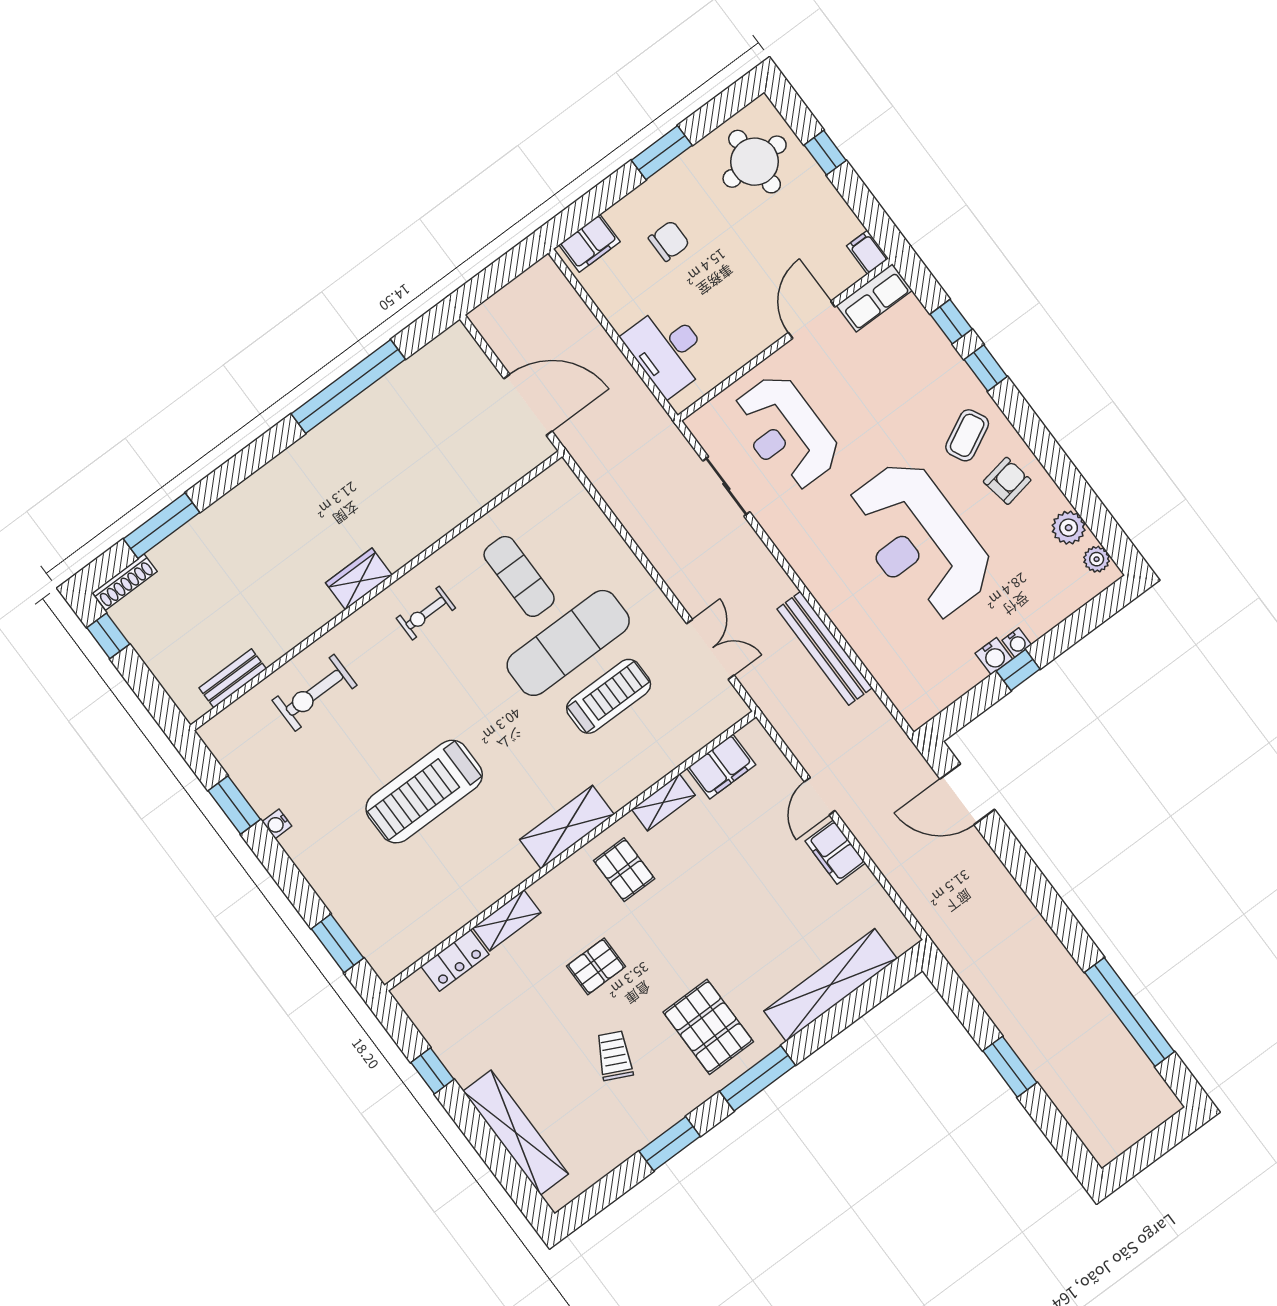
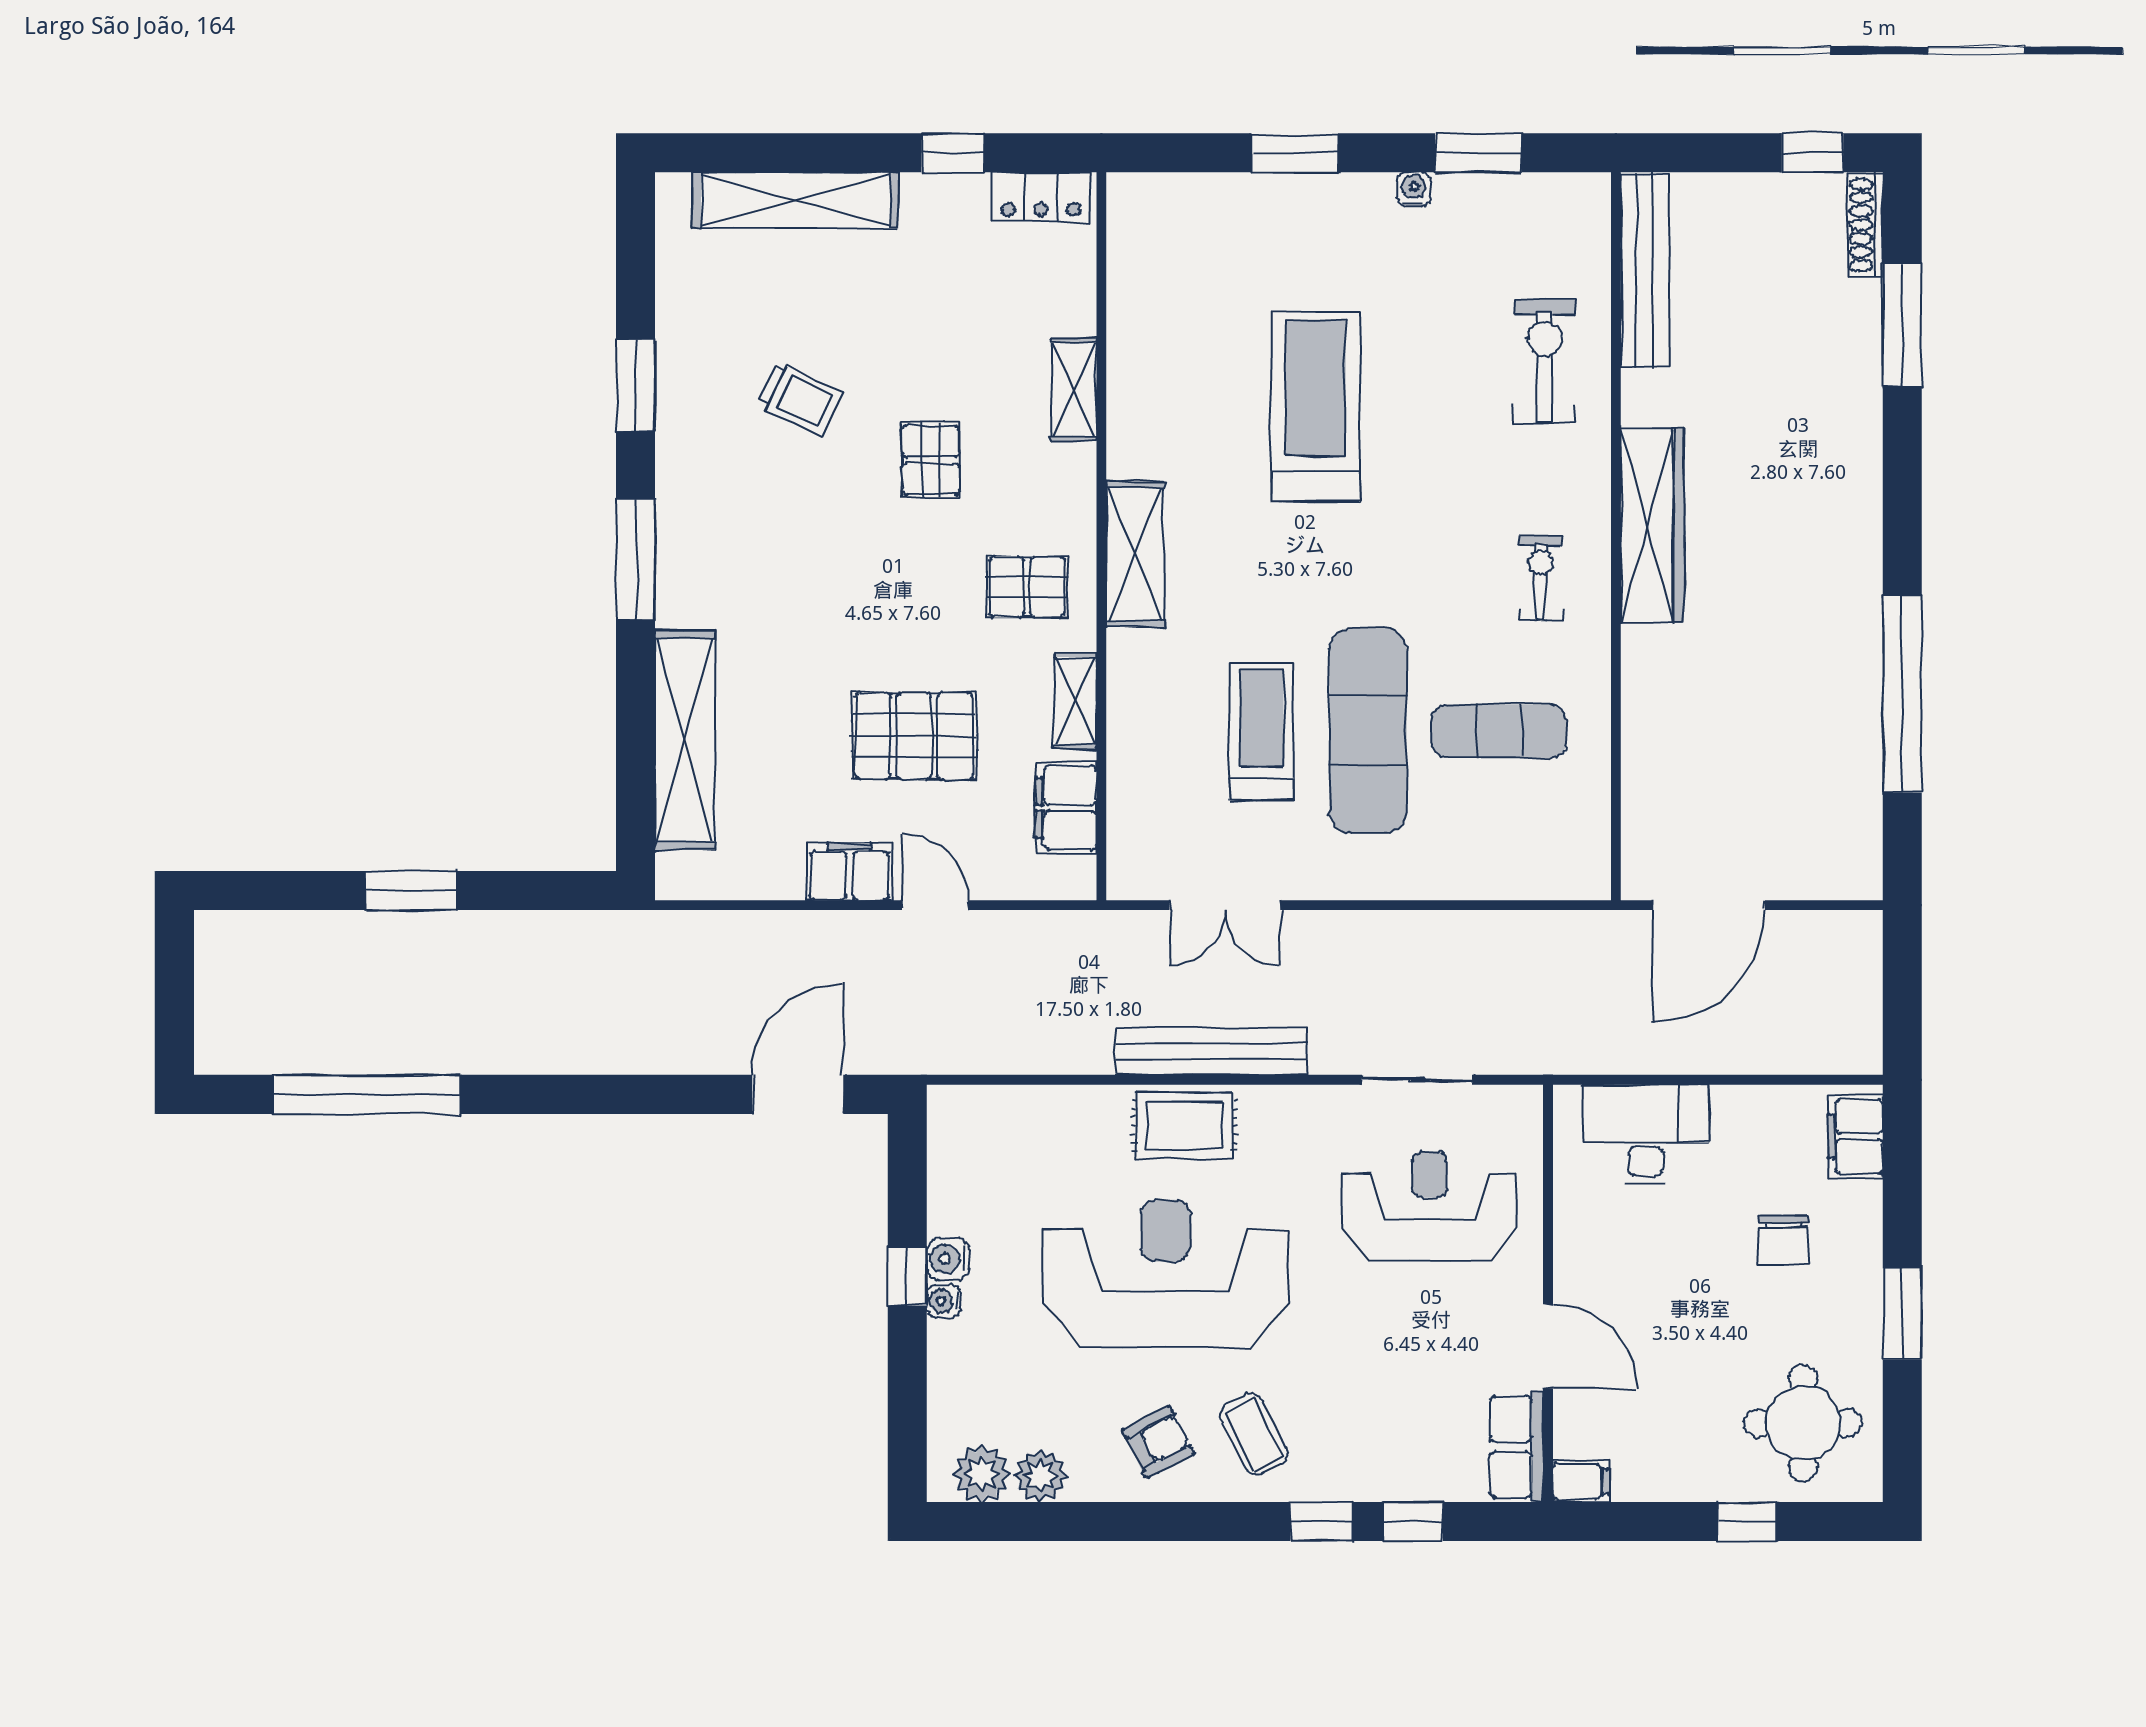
armchair: (1007, 481) -> (1158, 1442), turned -107
plant: (1097, 559) -> (982, 1474), width x1.38, depth x1.38
wardrobe: (359, 579) -> (1652, 525), width x2.10, depth x1.17
rug: (837, 587) -> (1184, 1126), added
bench: (825, 648) -> (1211, 1051), moved
bench: (233, 678) -> (1645, 271), width x1.86, depth x1.21
treadmill: (609, 696) -> (1262, 731), turned 180
window: (337, 943) -> (1295, 153), moved
locker: (455, 960) -> (1041, 197), moved, turned -90
pallet: (708, 1027) -> (914, 736), moved

